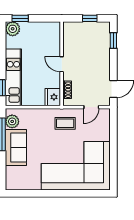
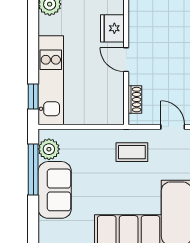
fridge: (53, 97) -> (112, 28), moved
door: (91, 107) -> (173, 127), swing flipped

